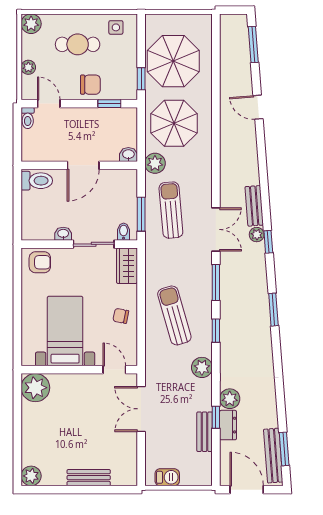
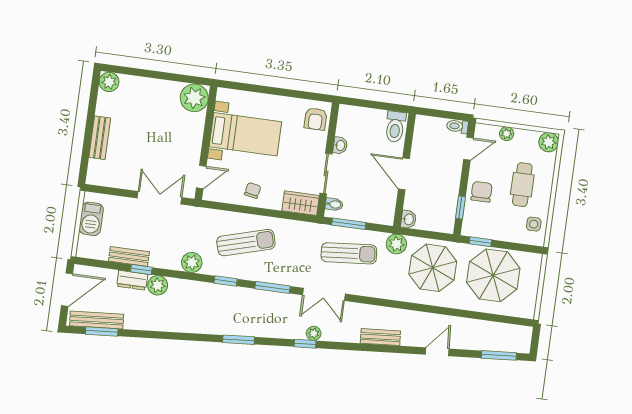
chair: (90, 85) -> (482, 192), turned 180
bench: (254, 206) -> (380, 337), moved
barbecue: (167, 477) -> (91, 219), width x1.38, depth x1.27

